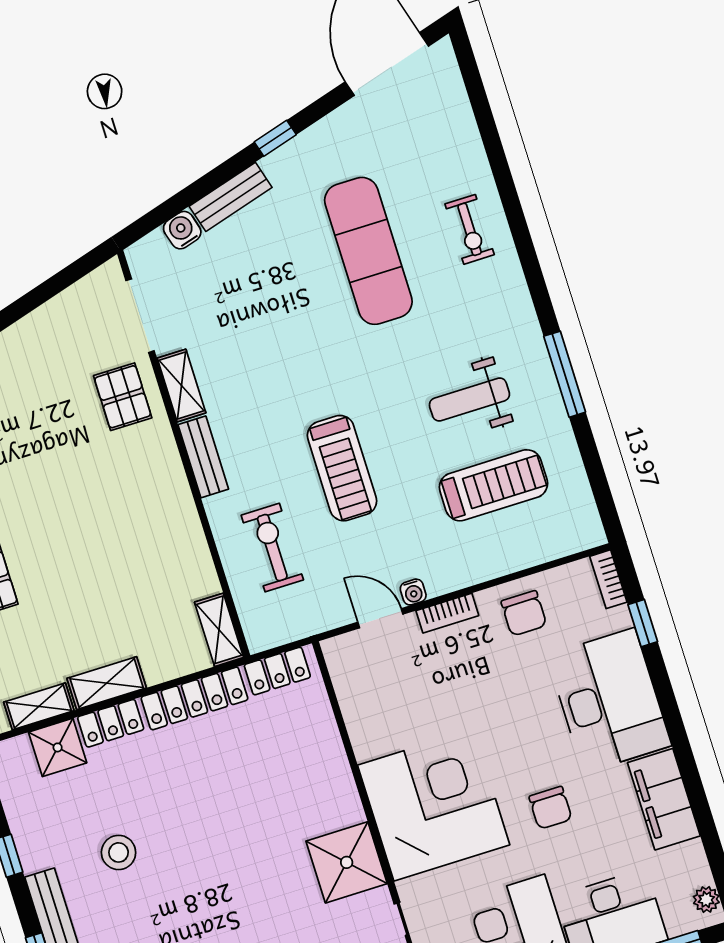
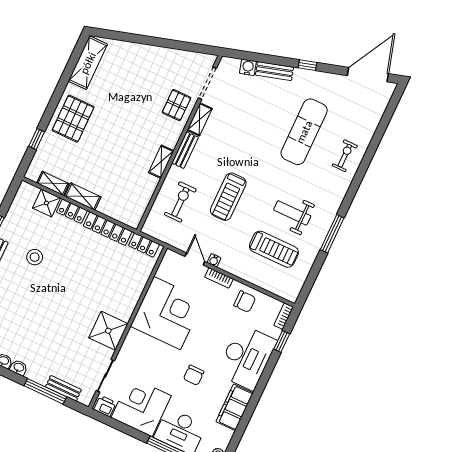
exercise bike: (470, 229) -> (345, 156), turned 180
chair: (524, 613) -> (245, 302), turned -90
shelving: (219, 630) -> (161, 162), moved
corner desk: (434, 805) -> (167, 313), moved

